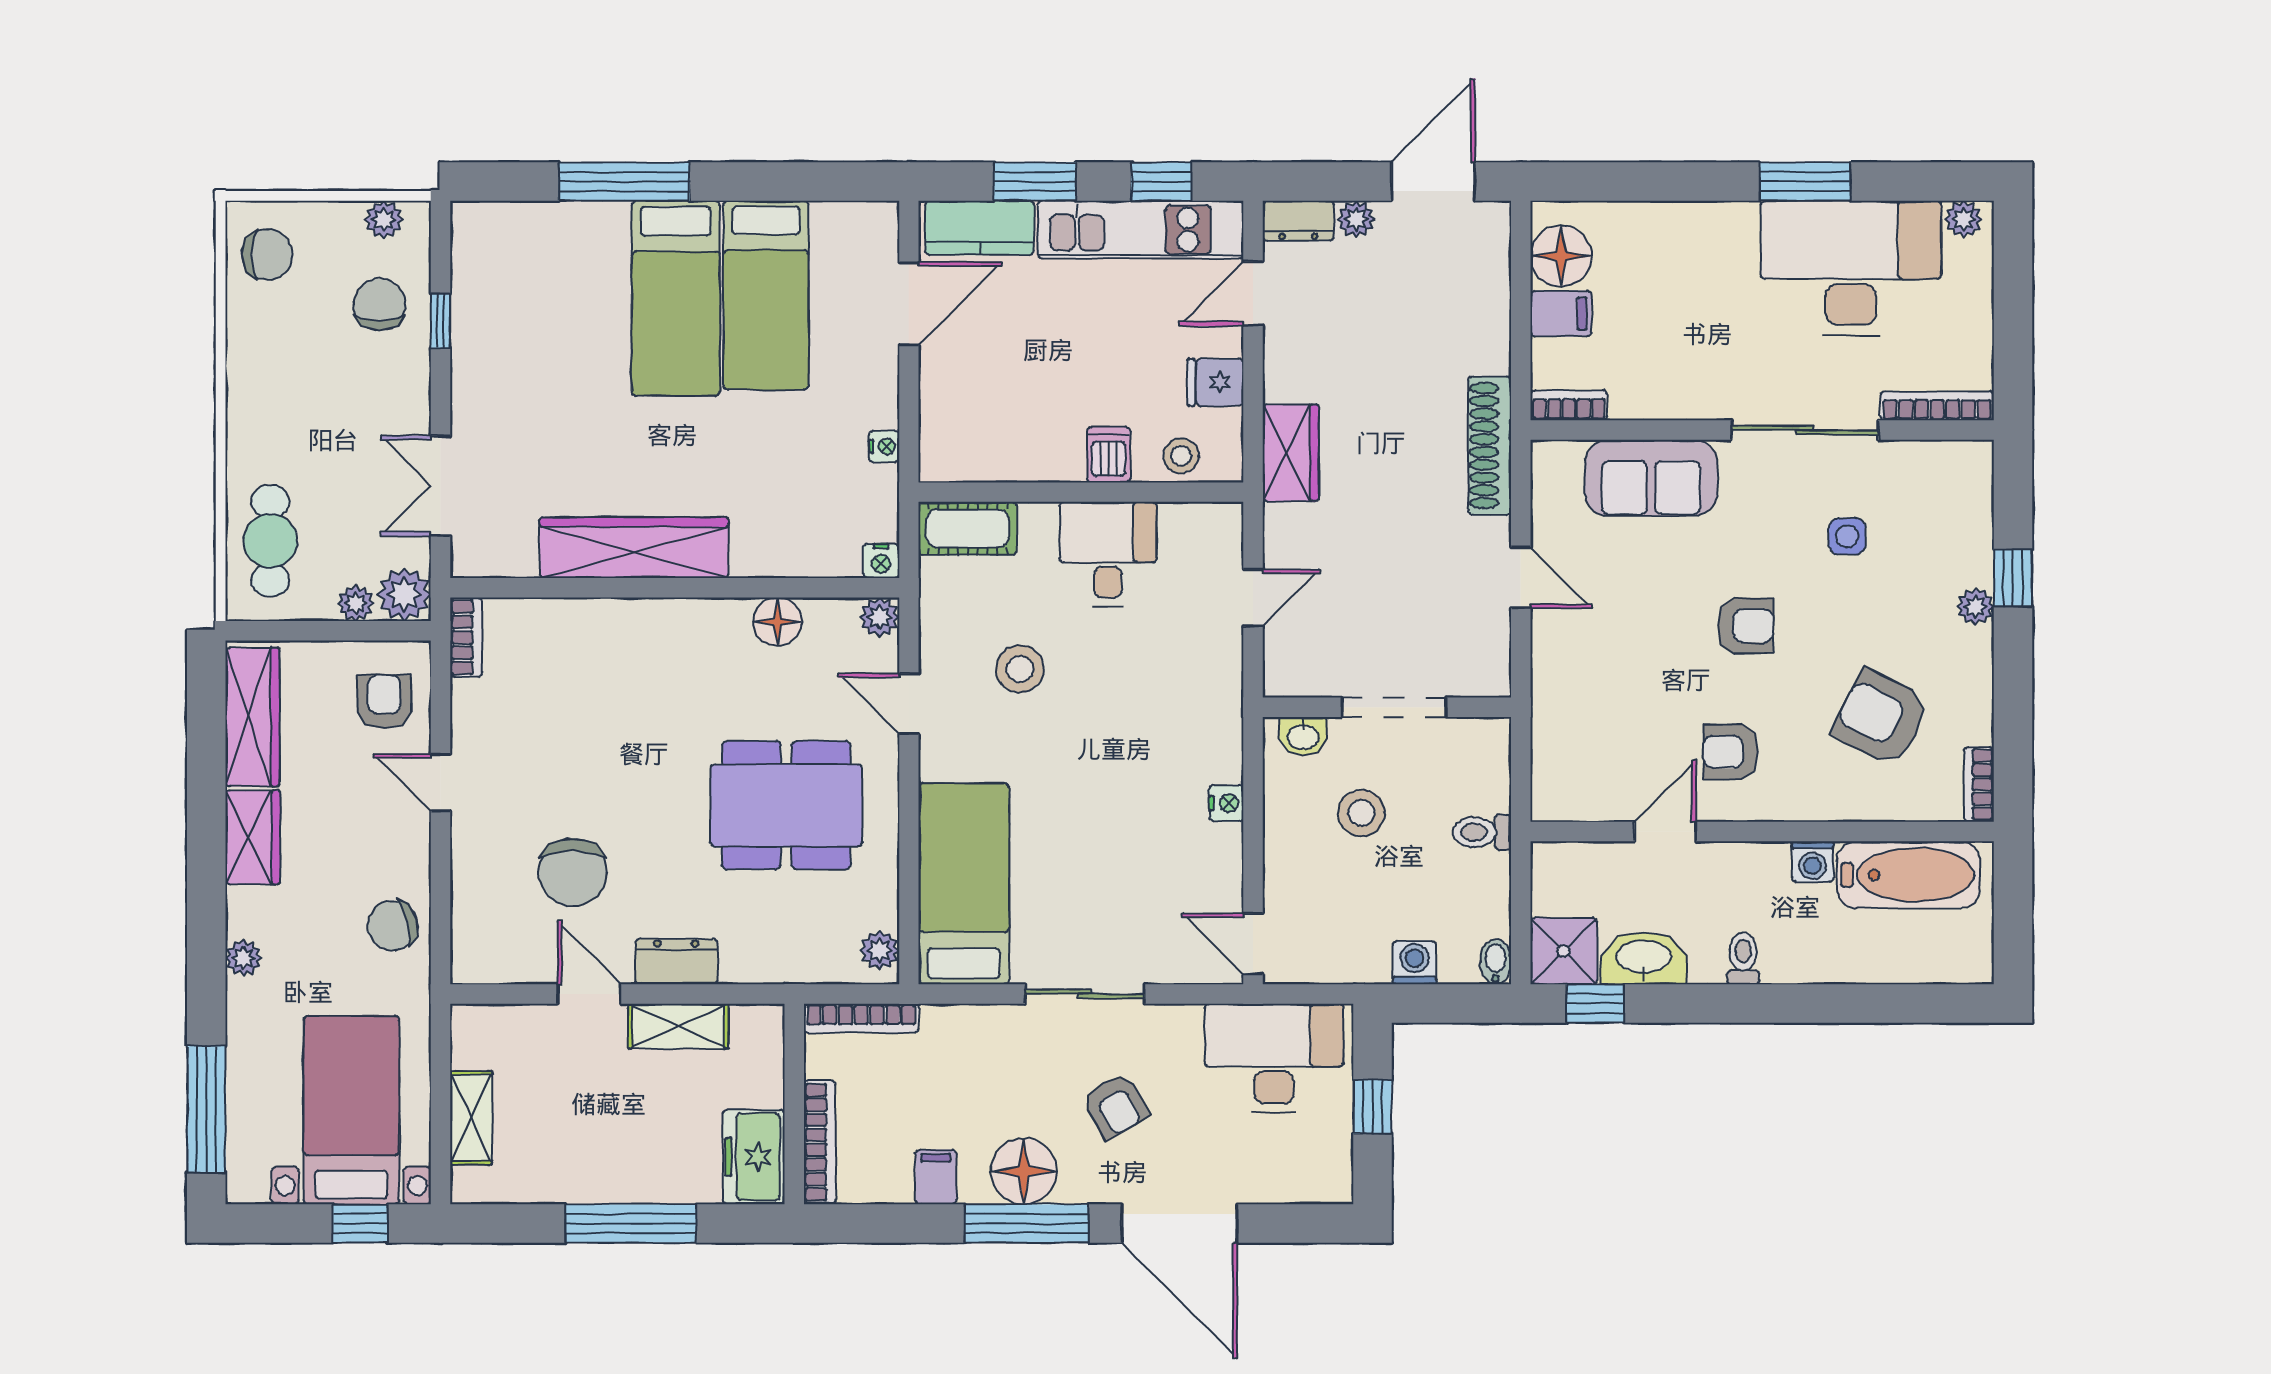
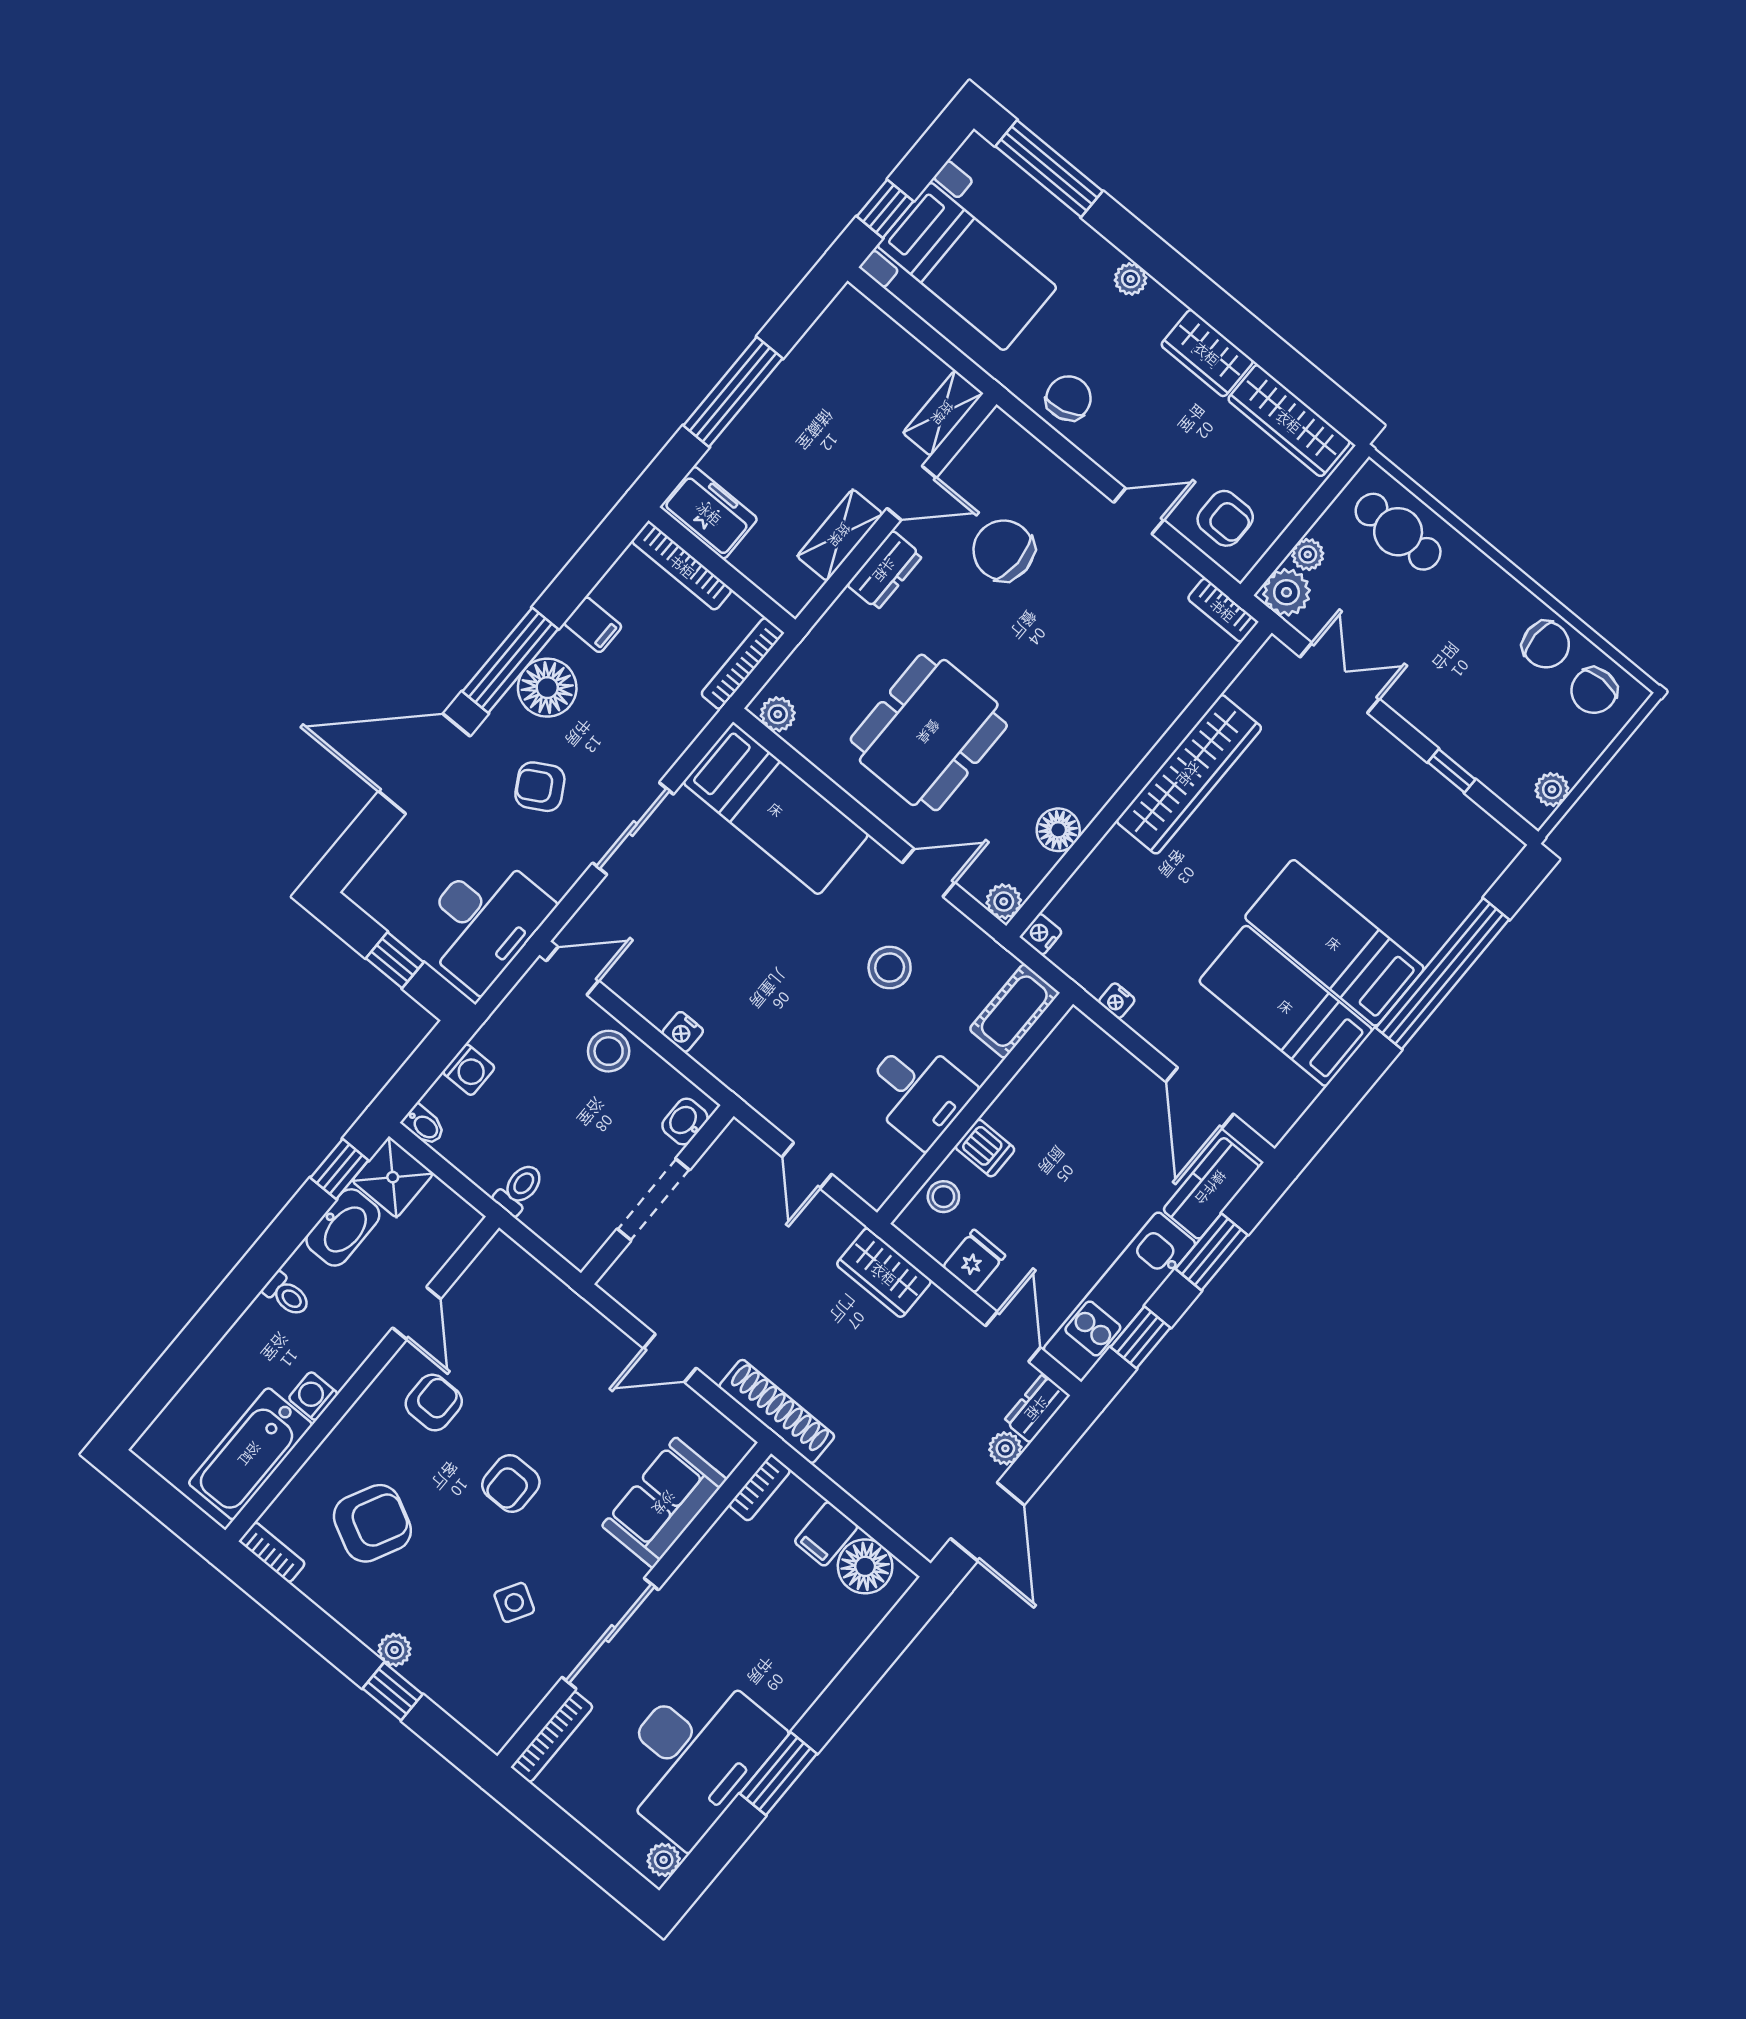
window: (624, 181) -> (1443, 974), width x1.46
chair: (379, 304) -> (1546, 645), moved
side table: (1847, 536) -> (514, 1602), turned 30
stool: (1361, 813) -> (609, 1051), moved
shelving: (471, 1118) -> (943, 413), moved, turned 90

